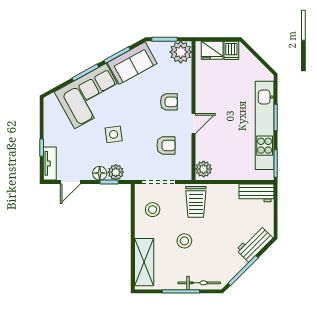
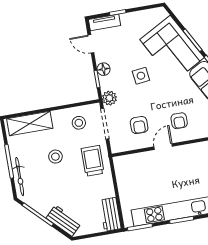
door: (194, 124) -> (163, 147), swing flipped
plant: (204, 169) -> (124, 163), removed
plant: (116, 172) -> (109, 98), moved
trolley: (196, 202) -> (93, 161), turned 90

